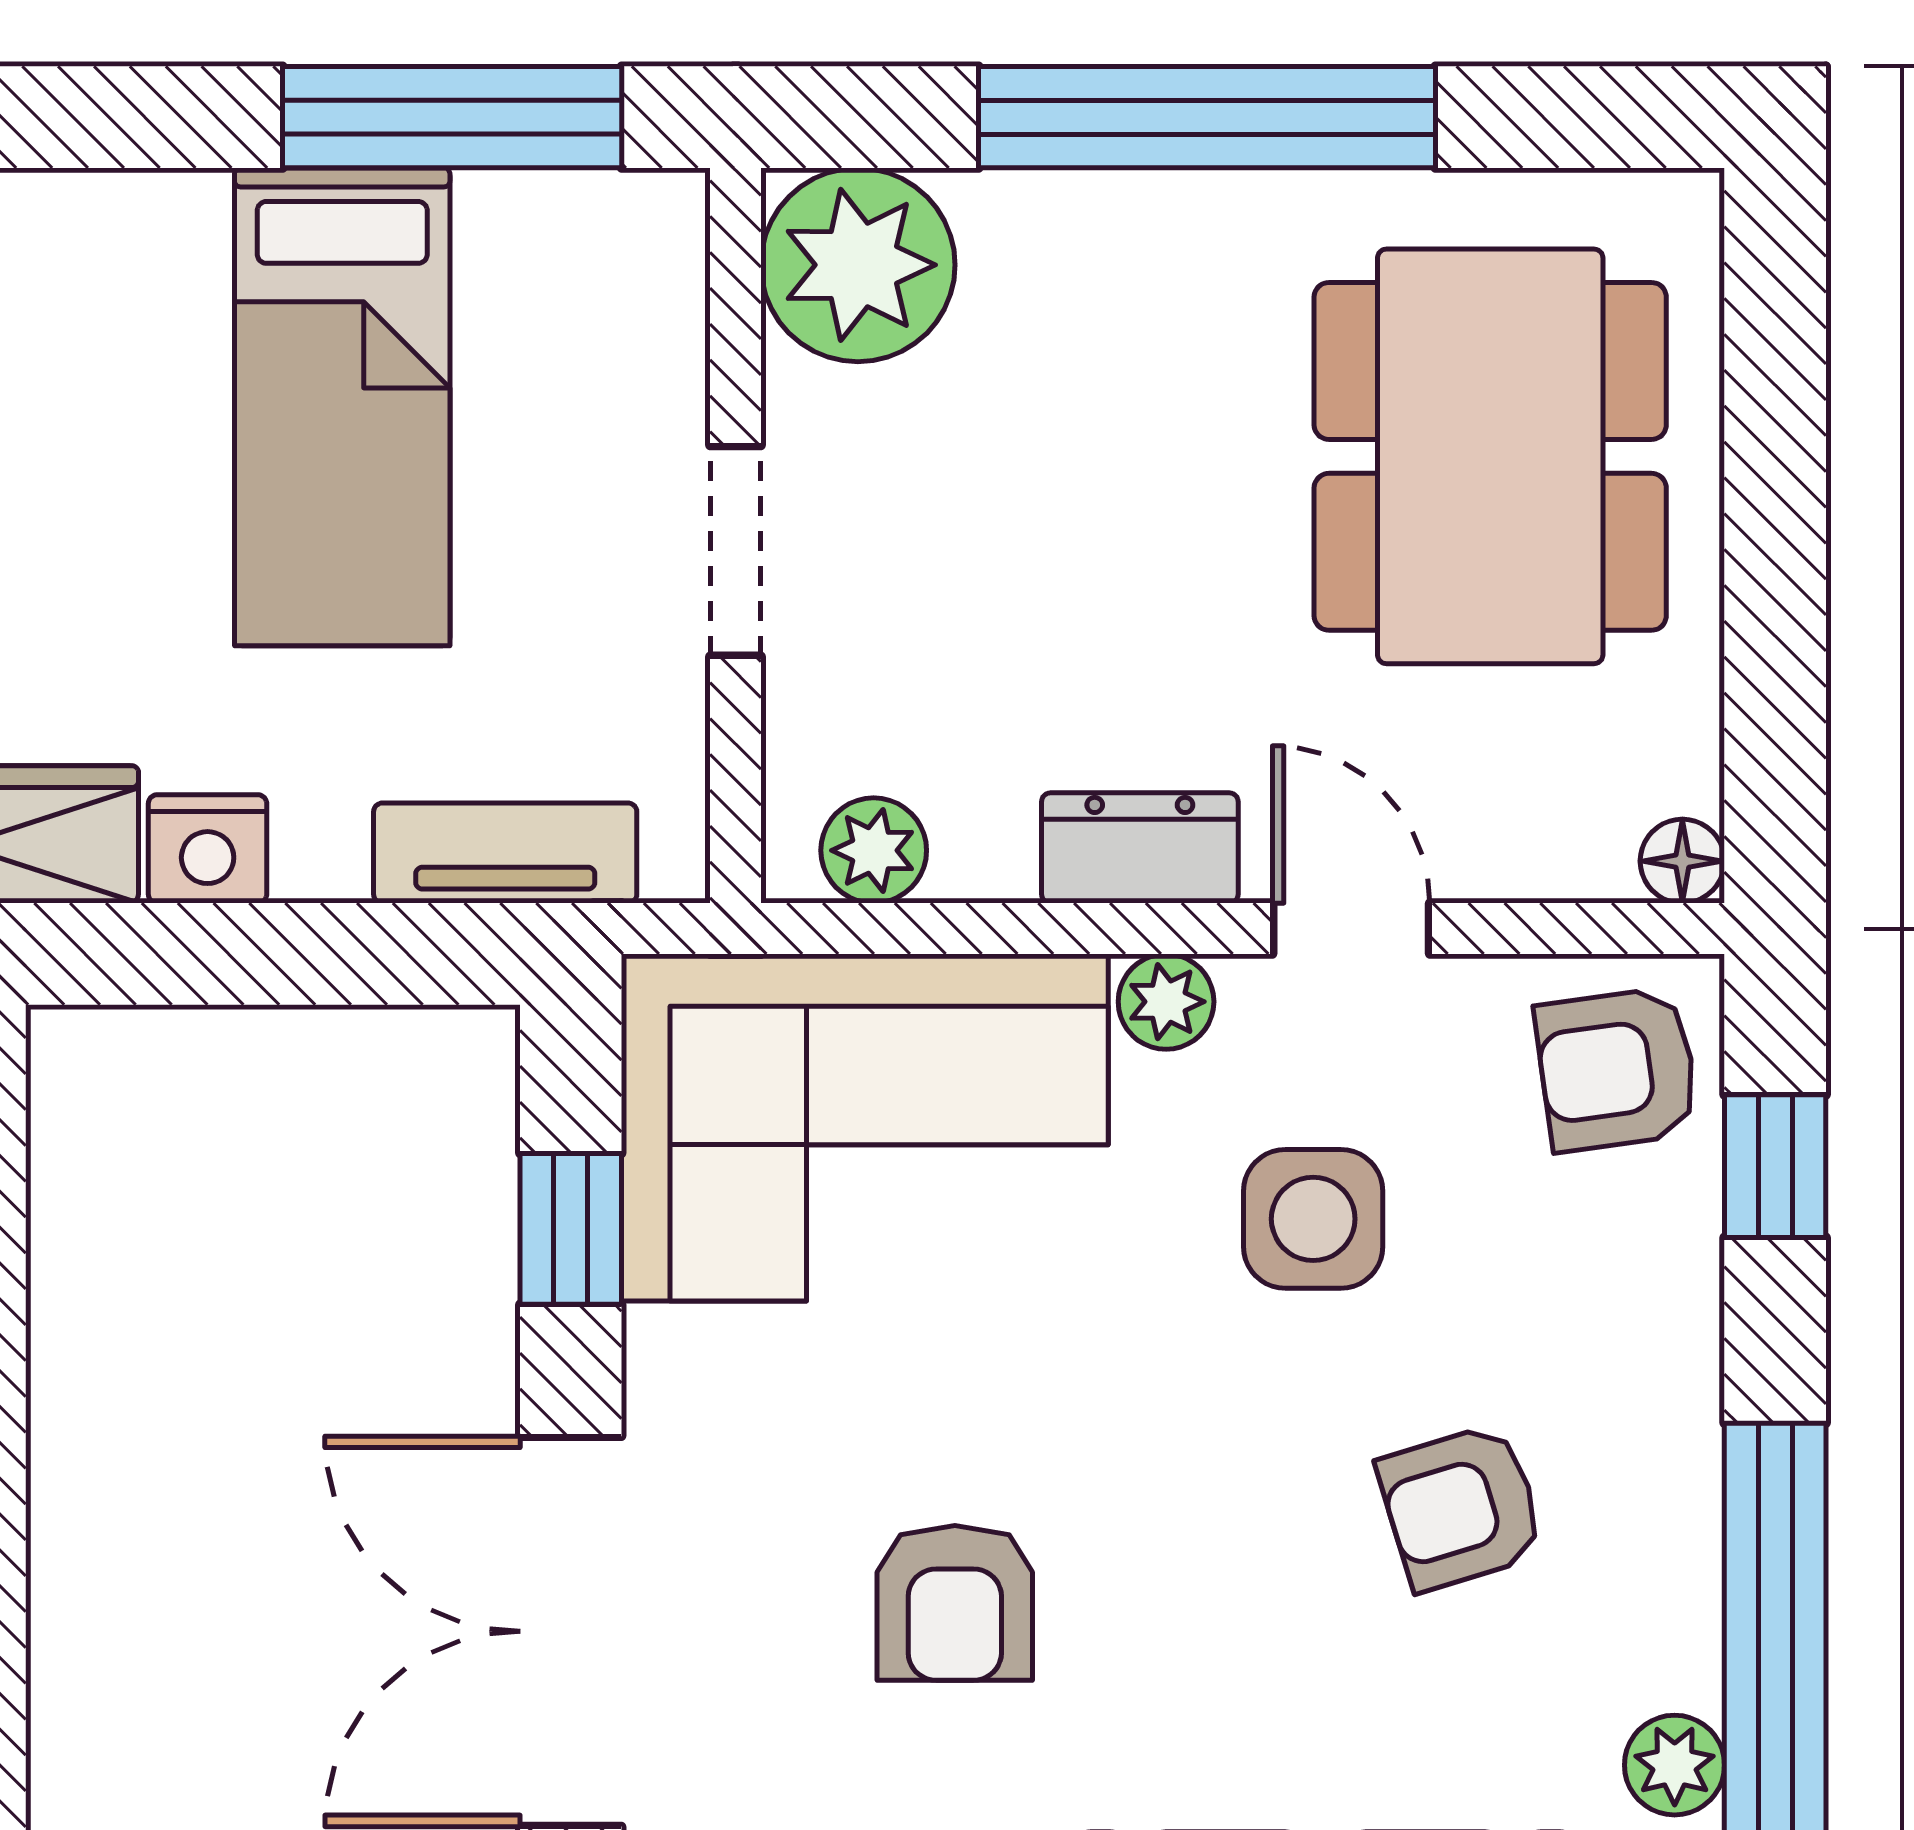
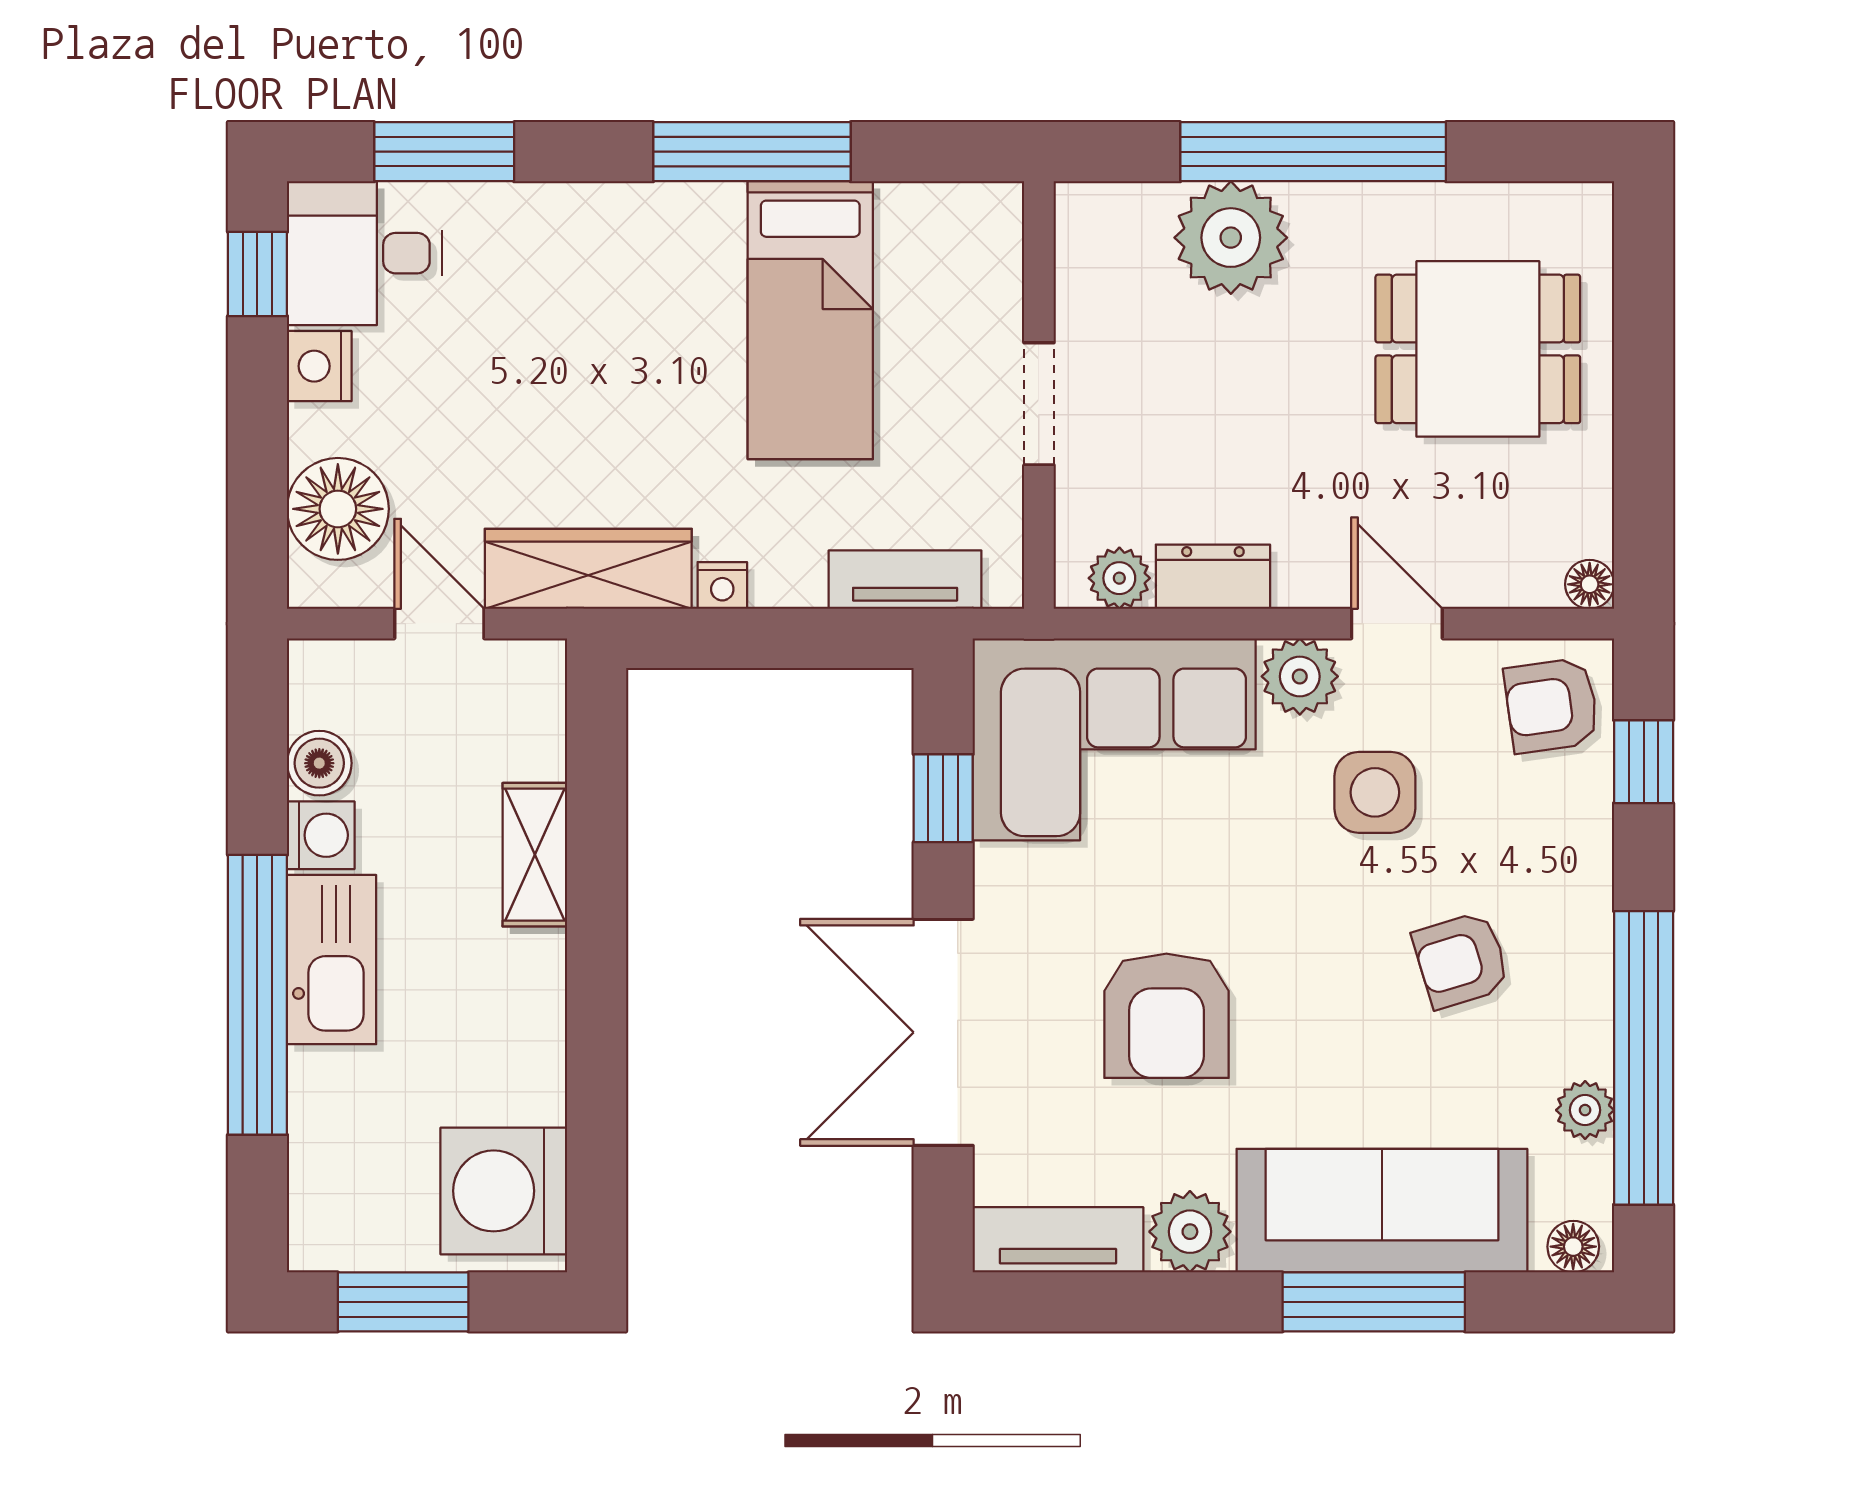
window: (452, 117) -> (752, 152), moved
plant: (858, 265) -> (1231, 238), moved
dining table: (1490, 456) -> (1478, 349), width x0.73
dresser: (1140, 848) -> (1213, 577), moved
nightstand: (208, 849) -> (722, 585), width x0.72, depth x0.74
plant: (1166, 1002) -> (1300, 676), width x1.38, depth x1.38
armchair: (955, 1603) -> (1166, 1016), width x1.38, depth x1.38

